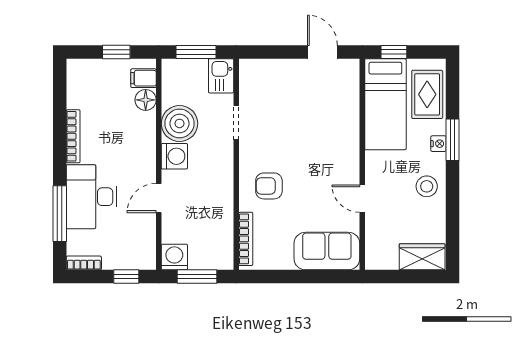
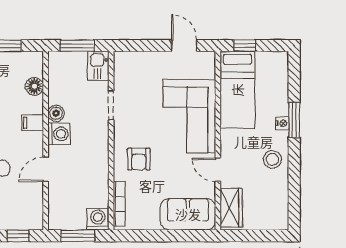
filing cabinet: (144, 78) -> (33, 123), moved
rug: (427, 94) -> (273, 82), removed
boiler: (180, 123) -> (56, 113), width x0.54, depth x0.54
corner sofa: (329, 135) -> (189, 116), added
armchair: (269, 186) -> (139, 159), turned -90
washing machine: (174, 257) -> (98, 219), moved
wardrobe: (422, 257) -> (231, 208), moved, turned 90

